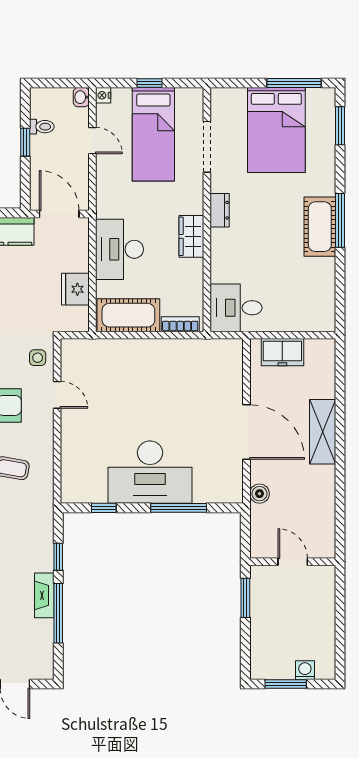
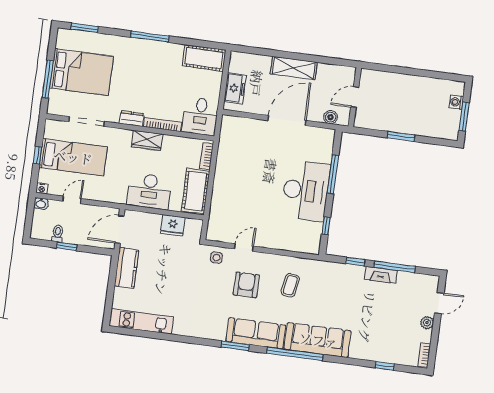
window: (294, 83) -> (48, 79), moved
cot: (320, 227) -> (204, 58), moved
bookcase: (217, 255) -> (163, 125), added
door: (293, 562) -> (355, 97), moved
wall: (293, 562) -> (355, 97), moved

